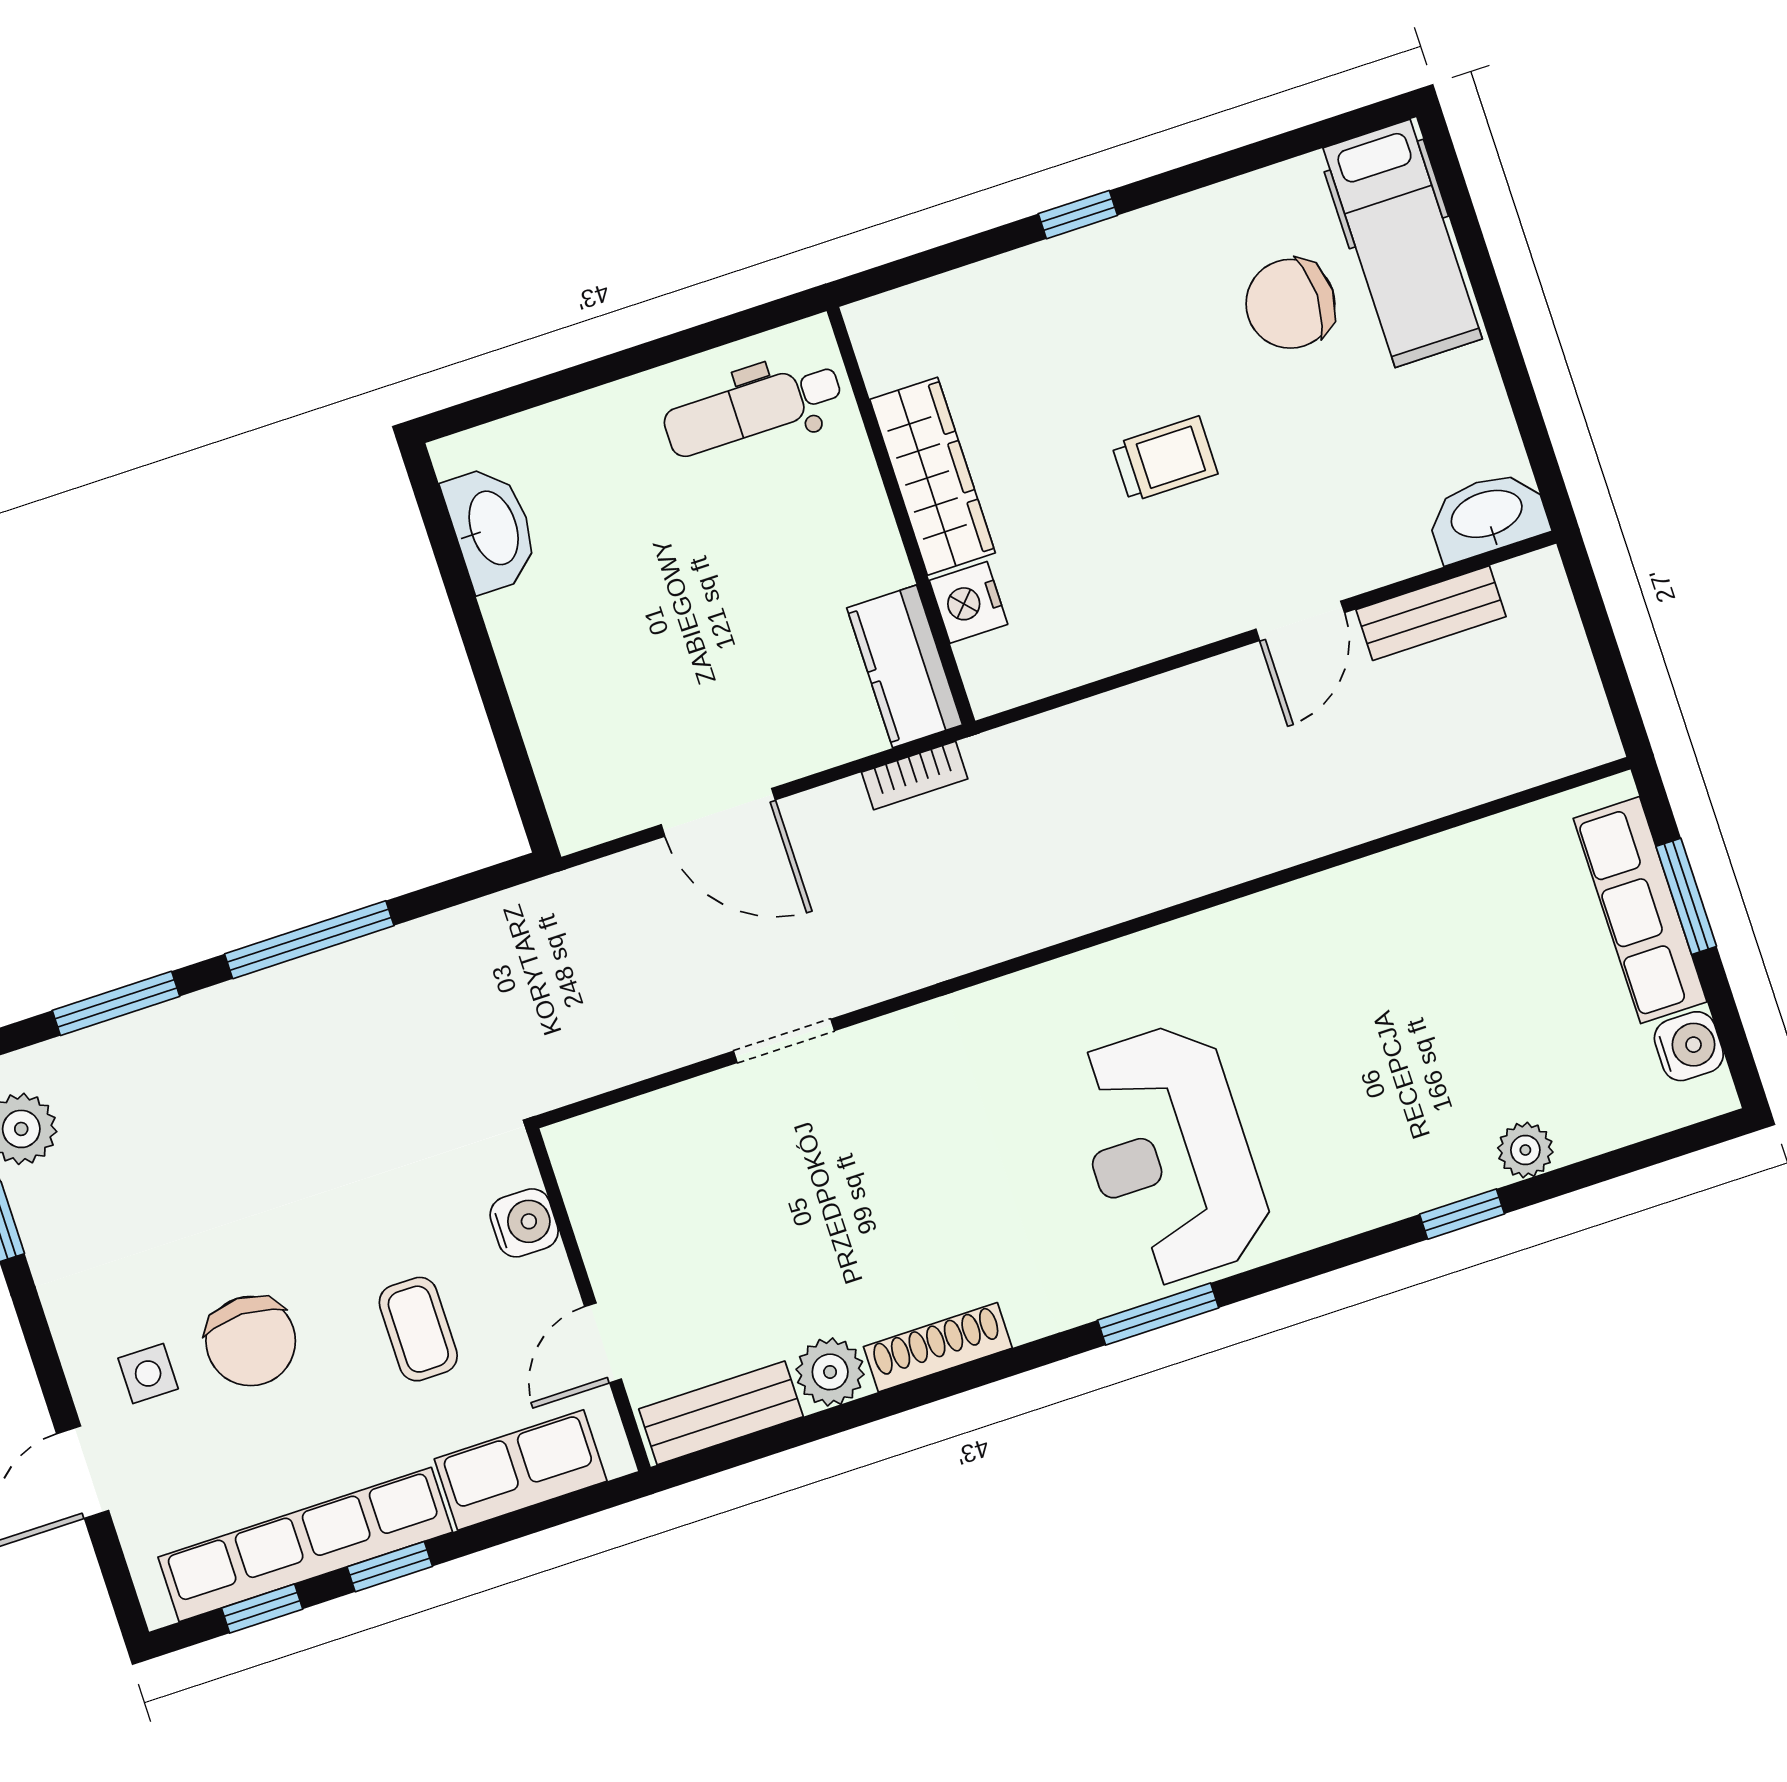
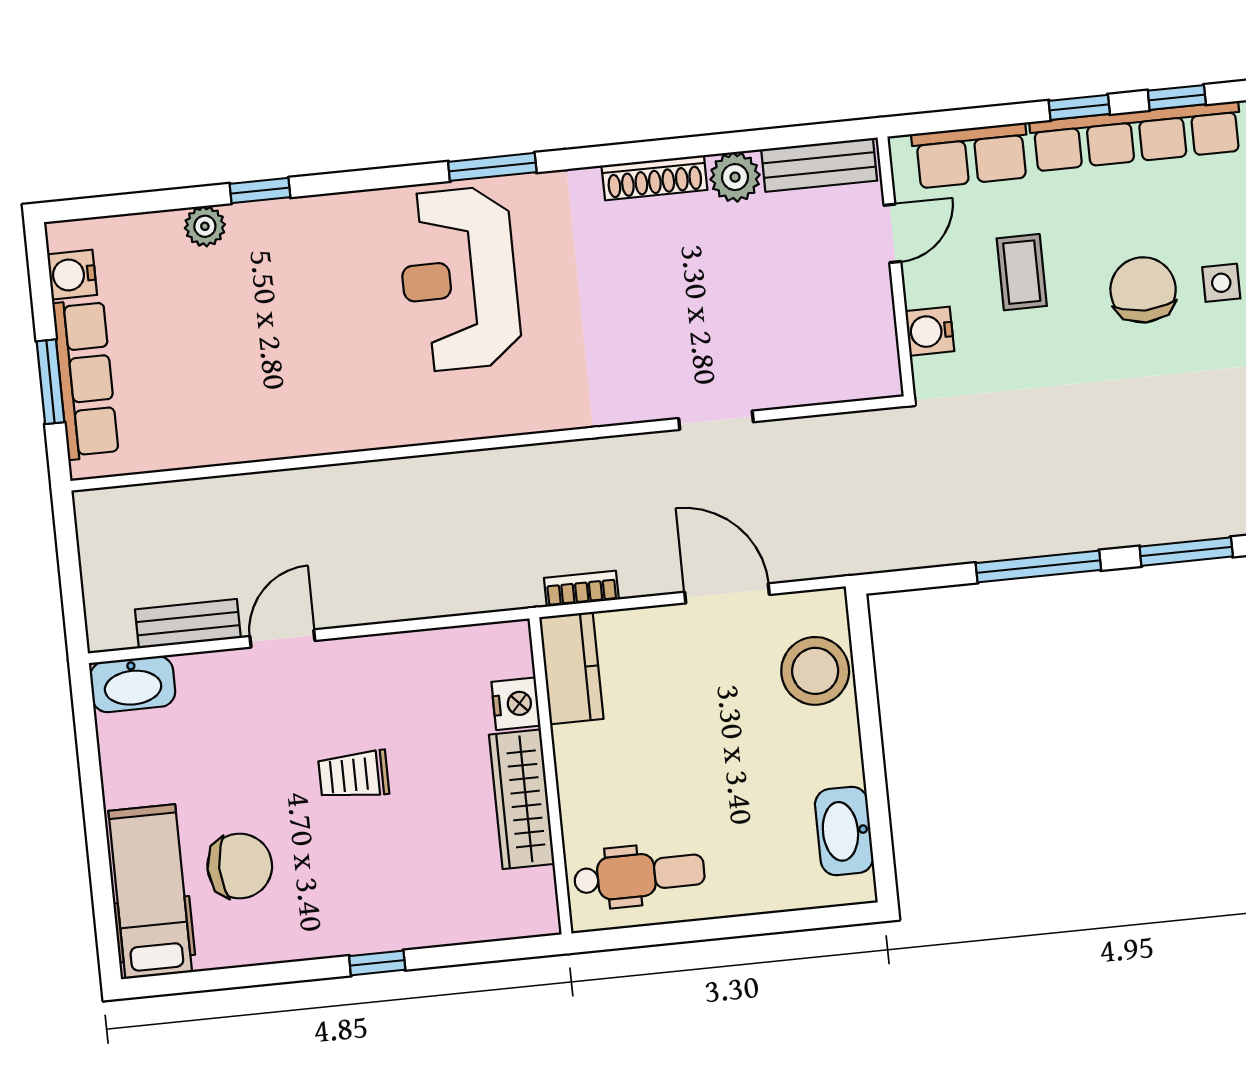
stool: (577, 734) -> (815, 671), added
reception desk: (1170, 1154) -> (459, 279), turned 180

